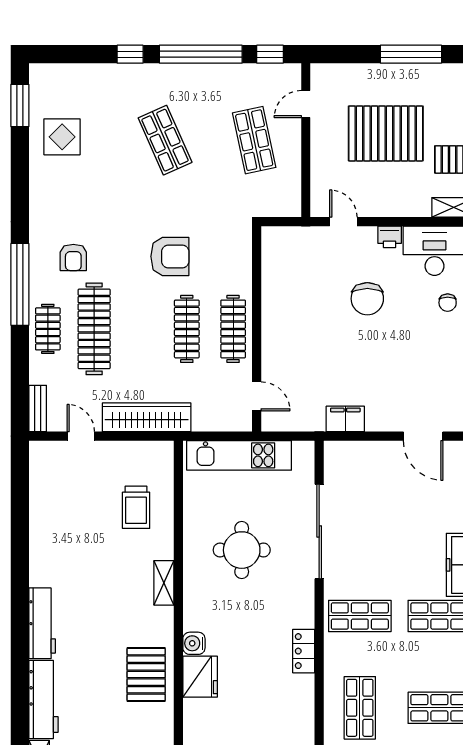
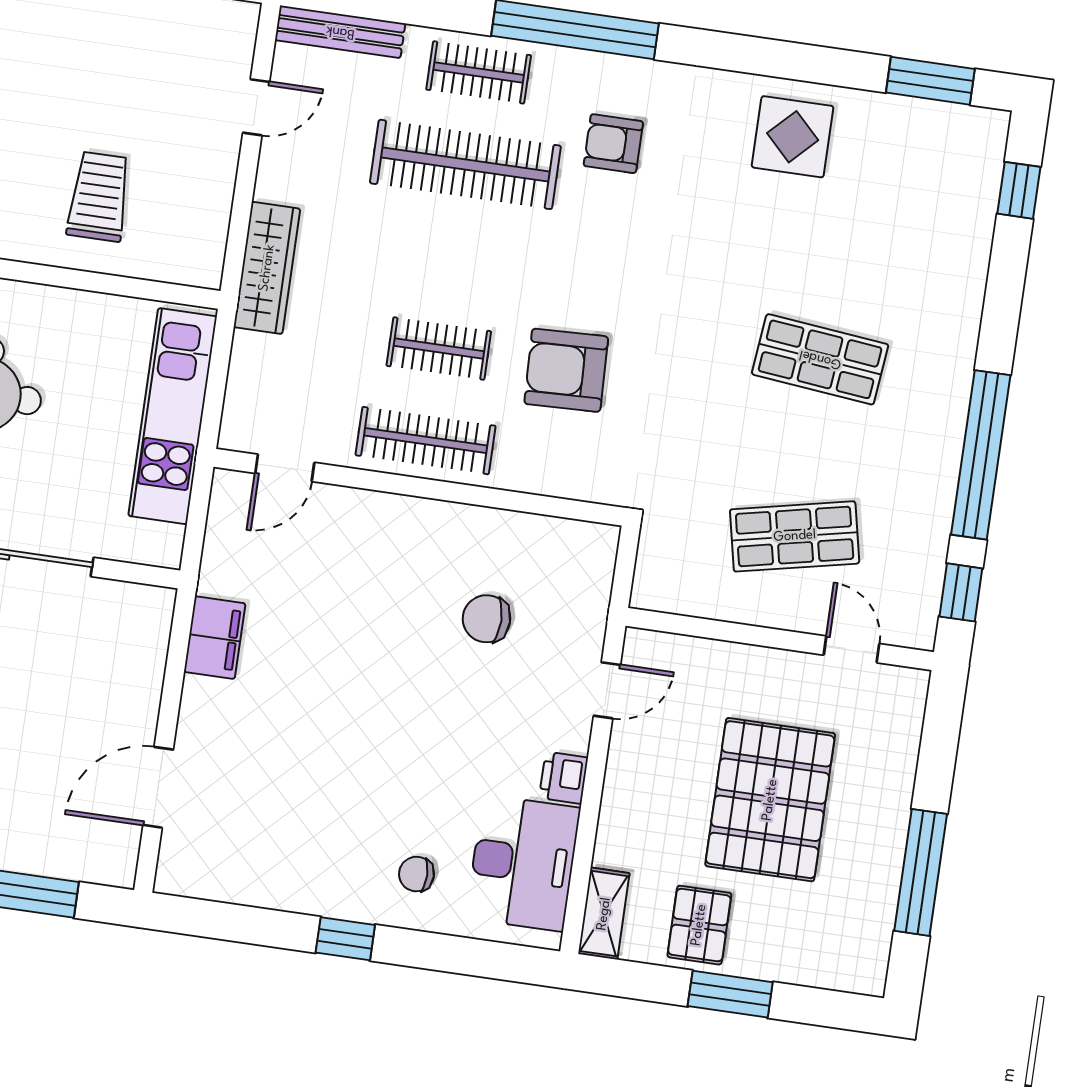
window: (130, 54) -> (1019, 190), moved
display table: (62, 137) -> (793, 137), moved
shop shelf: (165, 140) -> (820, 359), turned 30
armchair: (170, 256) -> (566, 370), moved, turned 88
chair: (367, 299) -> (486, 619), moved, width x0.73, depth x0.73
clothes rail: (187, 329) -> (439, 349), width x0.73
bench: (38, 409) -> (340, 32), width x1.36
wardrobe: (147, 417) -> (267, 268), width x0.71, depth x0.85
trolley: (136, 507) -> (99, 197), turned 90

